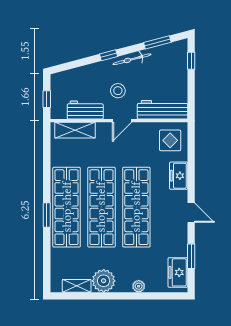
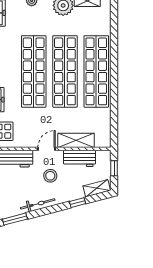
window: (109, 55) -> (78, 203), moved
shelving: (66, 77) -> (97, 188), added
shelving: (75, 130) -> (76, 140), moved
window: (47, 215) -> (114, 64), removed

